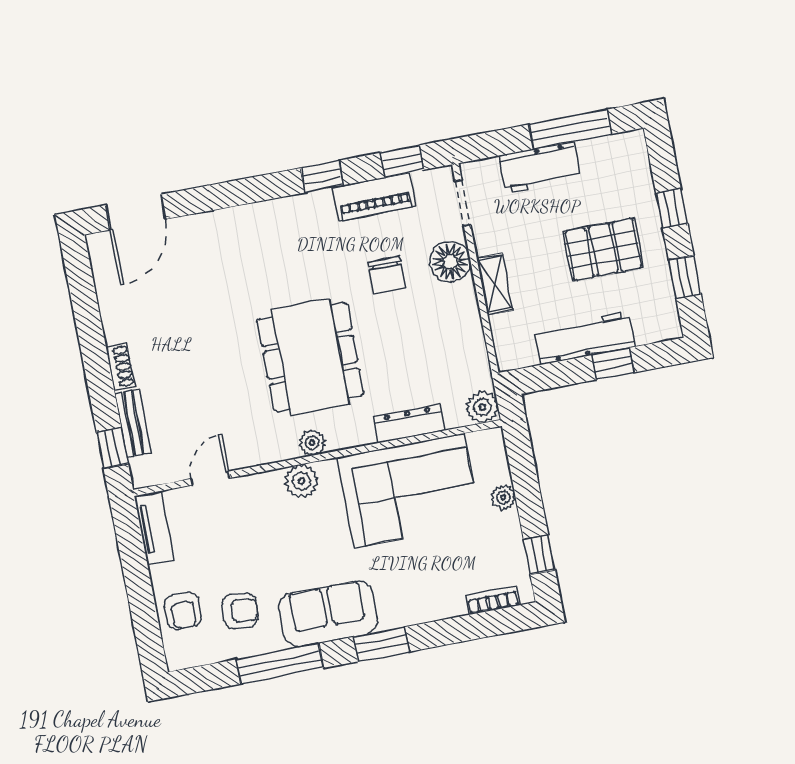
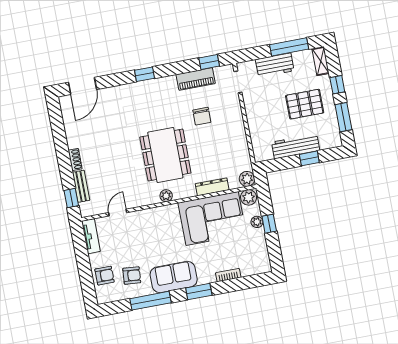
window: (322, 177) -> (145, 74), moved
floor lamp: (450, 262) -> (232, 110), removed
window: (685, 277) -> (343, 117), width x1.50
shelving: (495, 284) -> (321, 61), moved
plant: (301, 481) -> (249, 197), moved
window: (539, 555) -> (269, 224), moved
bookcase: (493, 600) -> (228, 275), moved
armchair: (183, 611) -> (105, 276), turned -90

